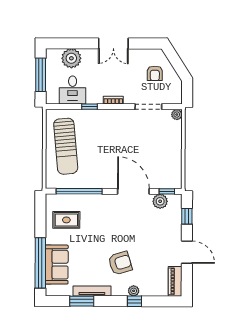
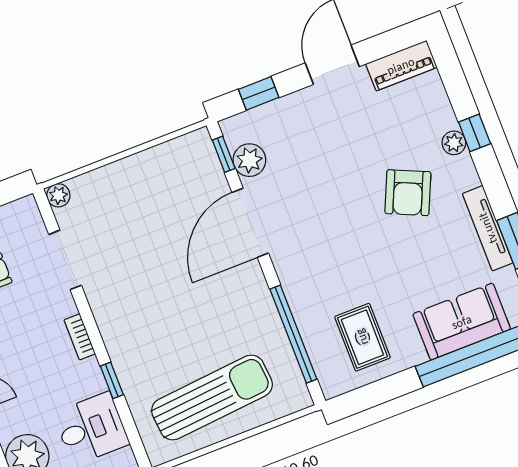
armchair: (120, 263) -> (408, 193), turned -139

